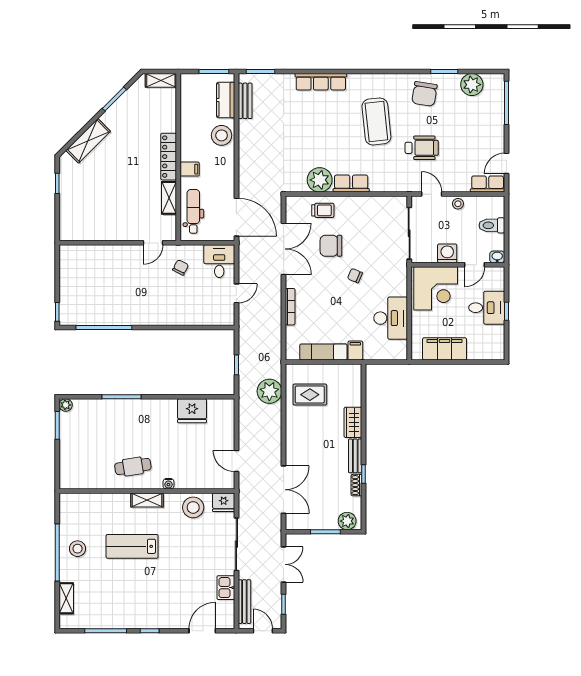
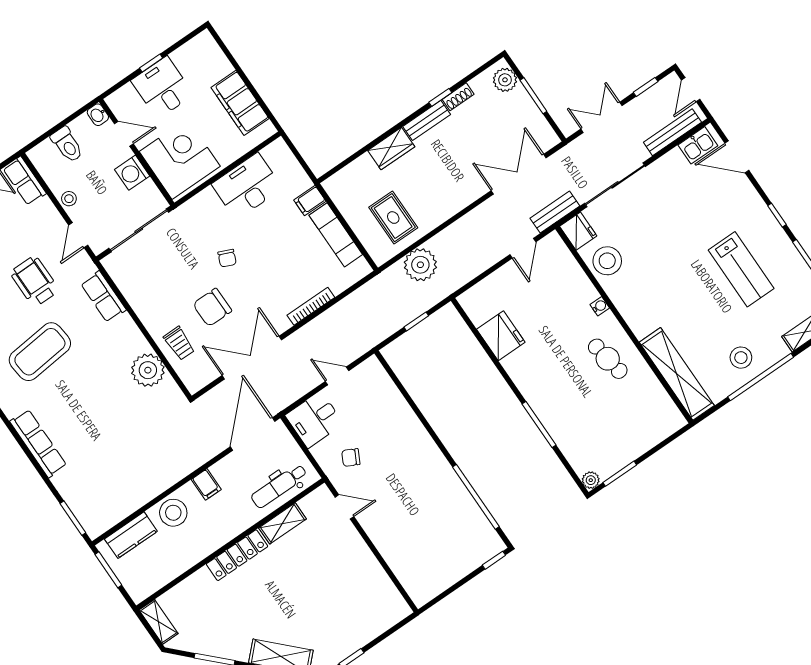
bench: (245, 101) -> (555, 212), moved
filing cabinet: (190, 169) -> (206, 484), moved, turned 180
row of seats: (351, 184) -> (103, 297), moved
trolley: (323, 210) -> (179, 343), turned 180
chair: (331, 246) -> (212, 307), turned 90
shelving: (147, 500) -> (677, 374), moved, width x2.20, depth x1.33
lab bench: (132, 546) -> (741, 269), moved
kitchen sink: (226, 588) -> (698, 145), moved

